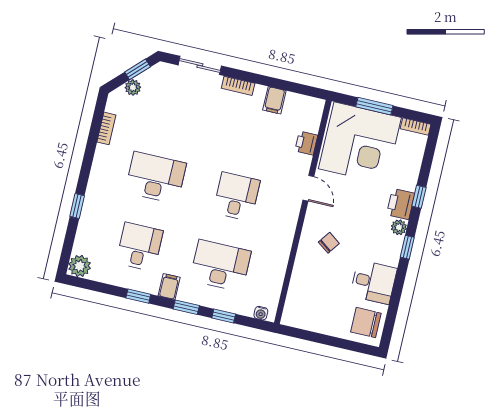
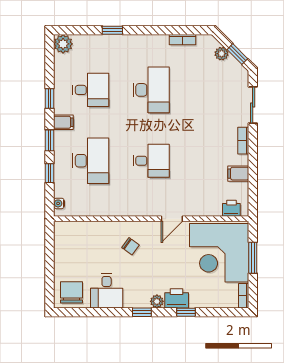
printer: (306, 143) -> (231, 208), moved

